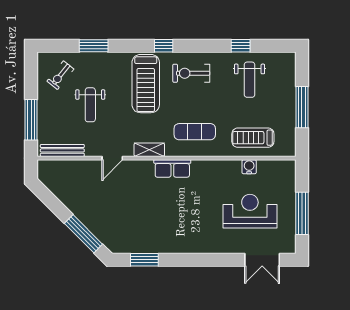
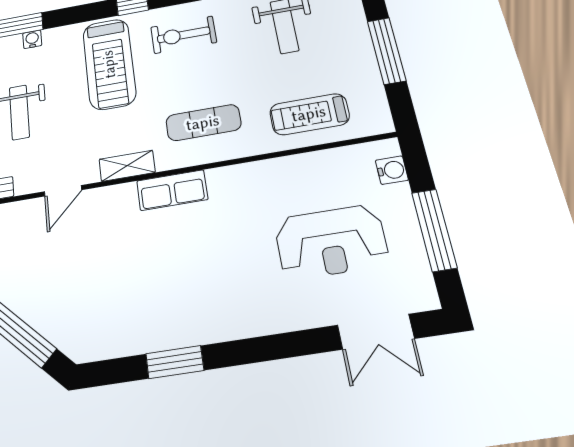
water cooler: (101, 57) -> (32, 39), added
water cooler: (249, 167) -> (392, 170), moved, turned 90
reception desk: (250, 211) -> (331, 242), turned 180
window: (144, 260) -> (175, 362), moved

